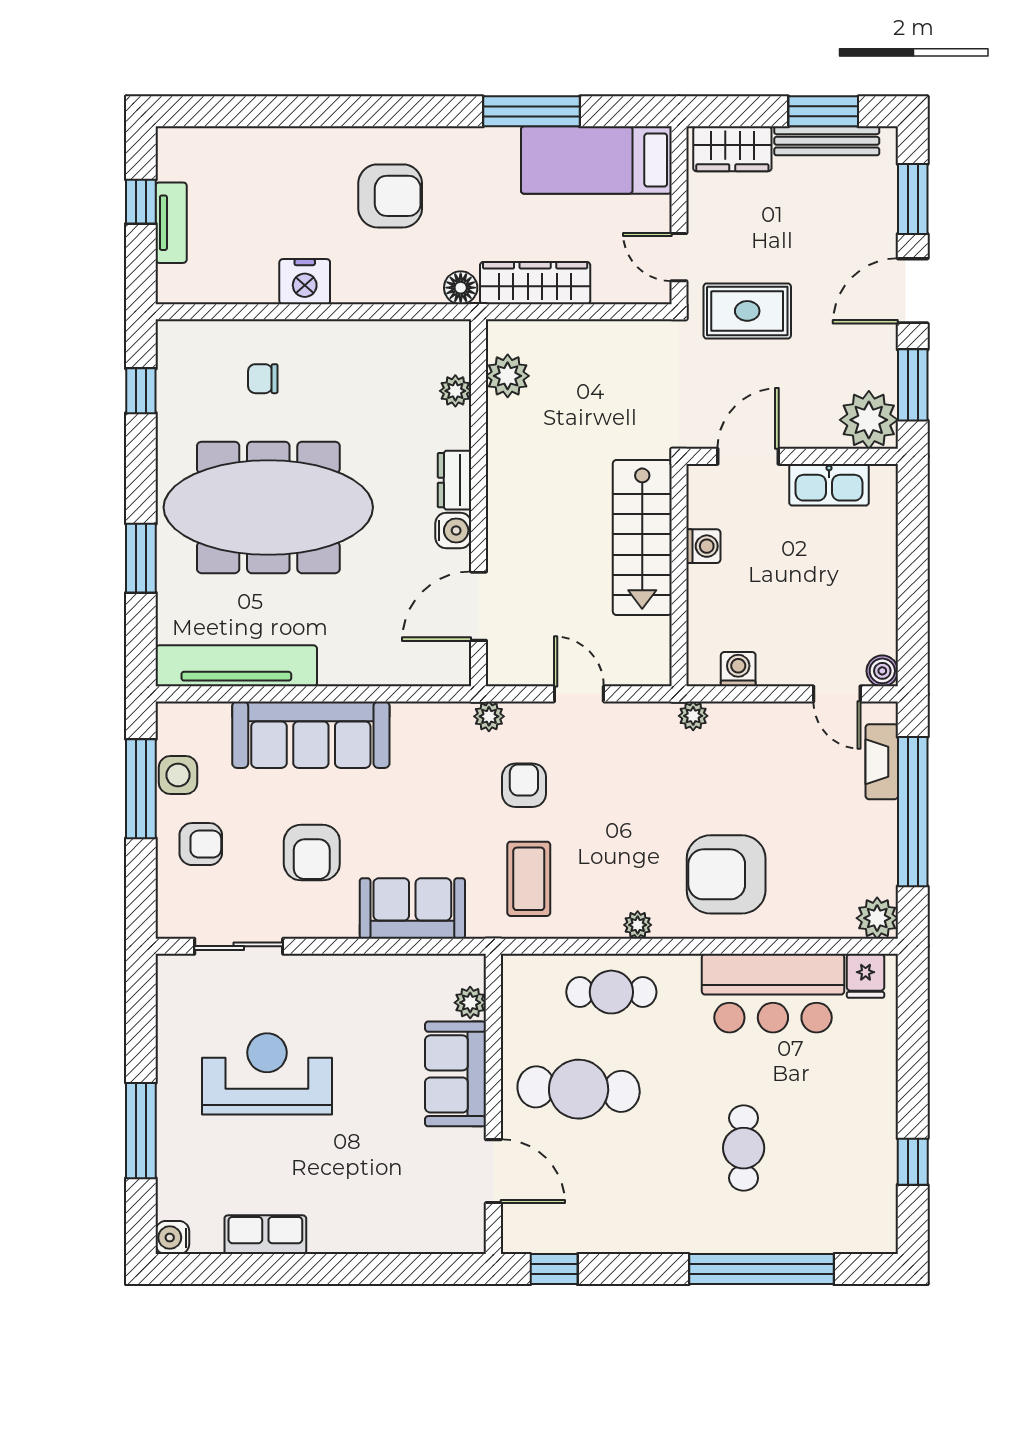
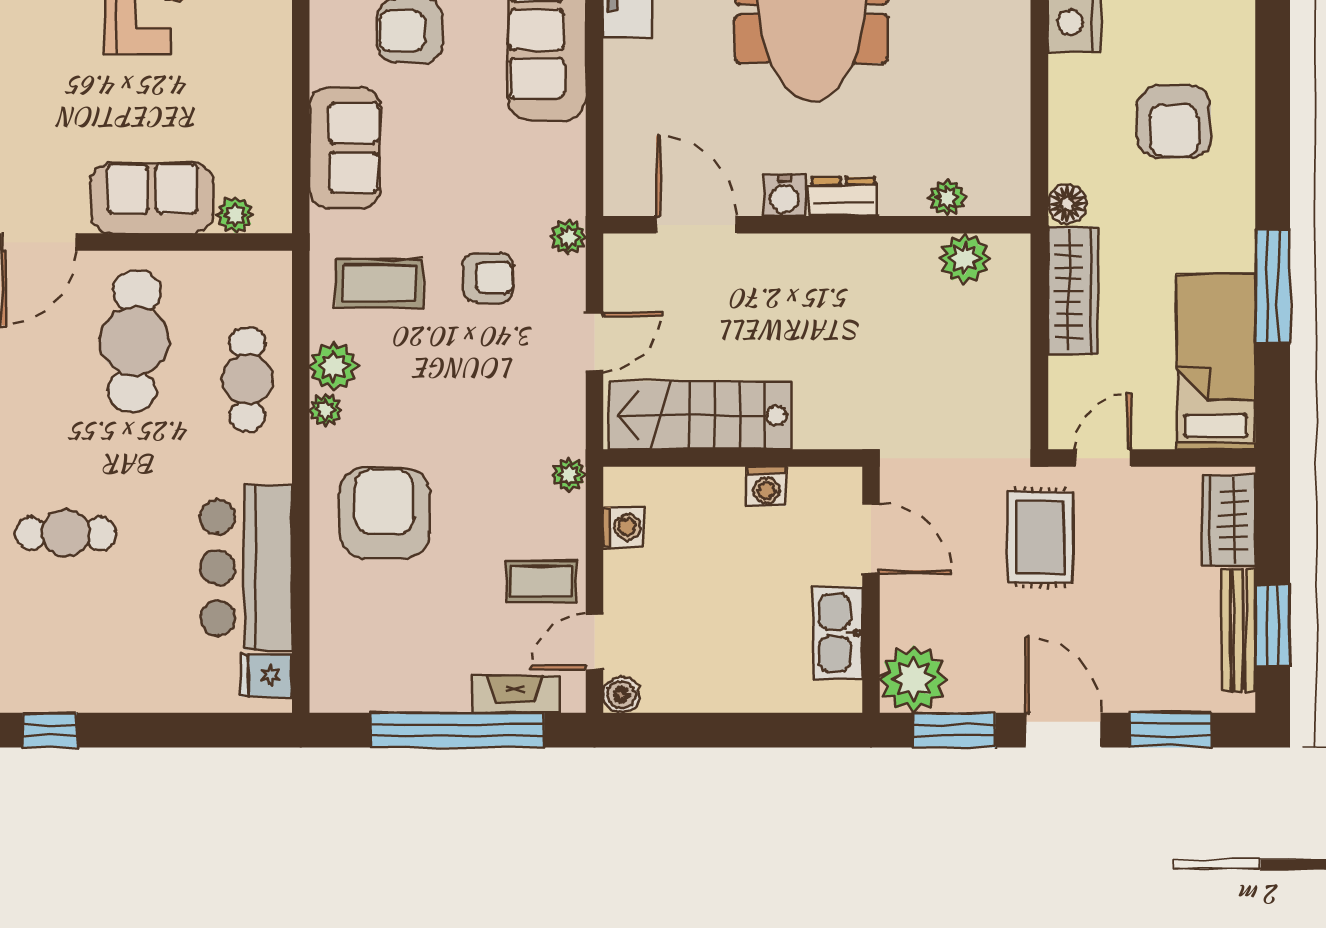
stairs: (642, 537) -> (700, 415), moved
coffee table: (785, 739) -> (542, 582), added
plant: (877, 918) -> (333, 366), moved

